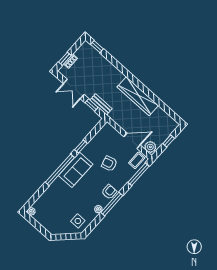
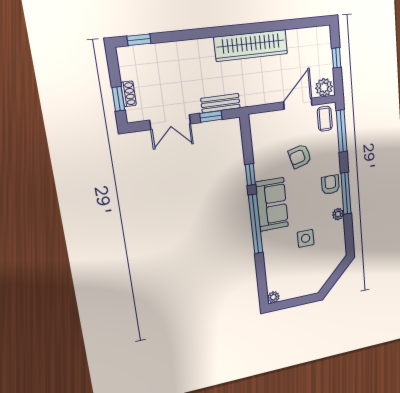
side table: (78, 221) -> (306, 238), moved

